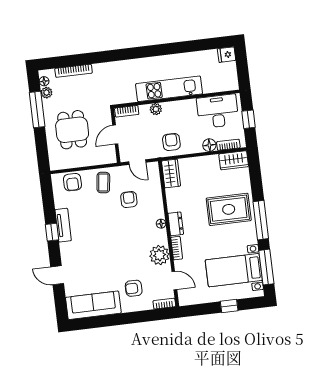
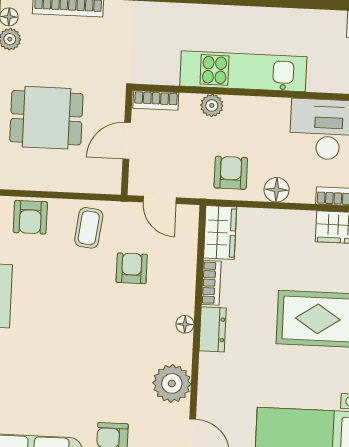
dining table: (72, 130) -> (46, 118), turned 90
floor lamp: (209, 145) -> (277, 190), moved
bookcase: (177, 248) -> (211, 283), moved

